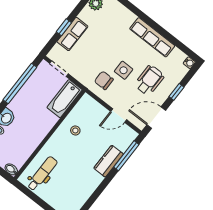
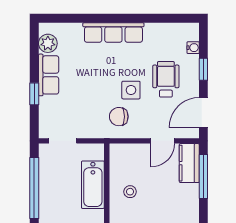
row of seats: (72, 34) -> (49, 75), moved
row of seats: (152, 37) -> (113, 32), moved
water cooler: (189, 63) -> (193, 48), moved
bathtub: (65, 99) -> (93, 185), moved
kitchen counter: (109, 161) -> (189, 163), moved

